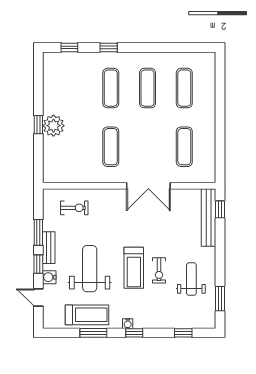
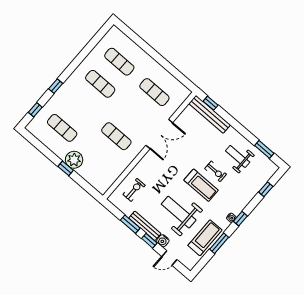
exercise mat: (111, 88) -> (62, 128), moved
bench: (49, 248) -> (145, 226), width x1.36

